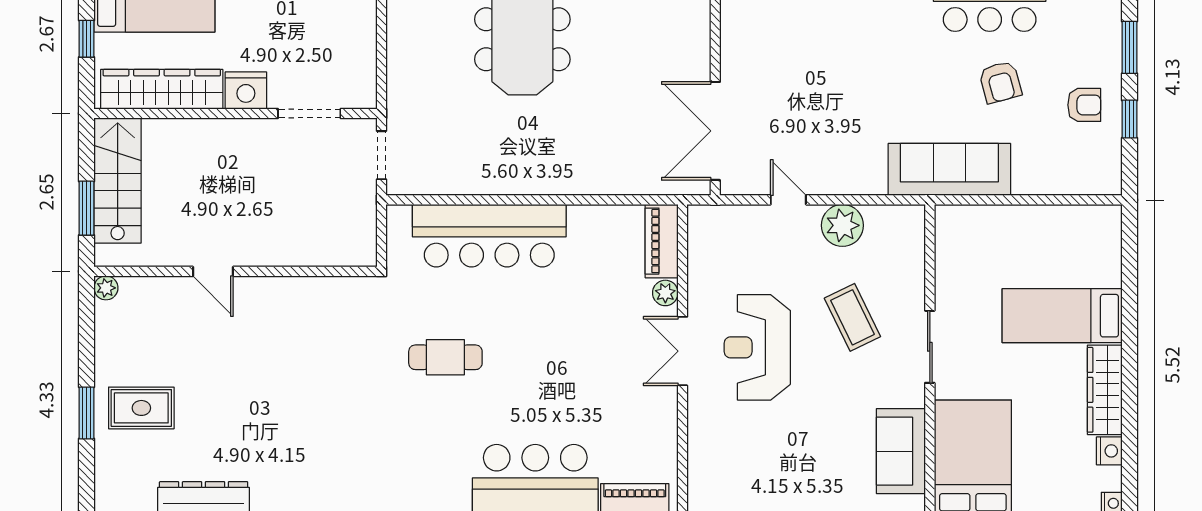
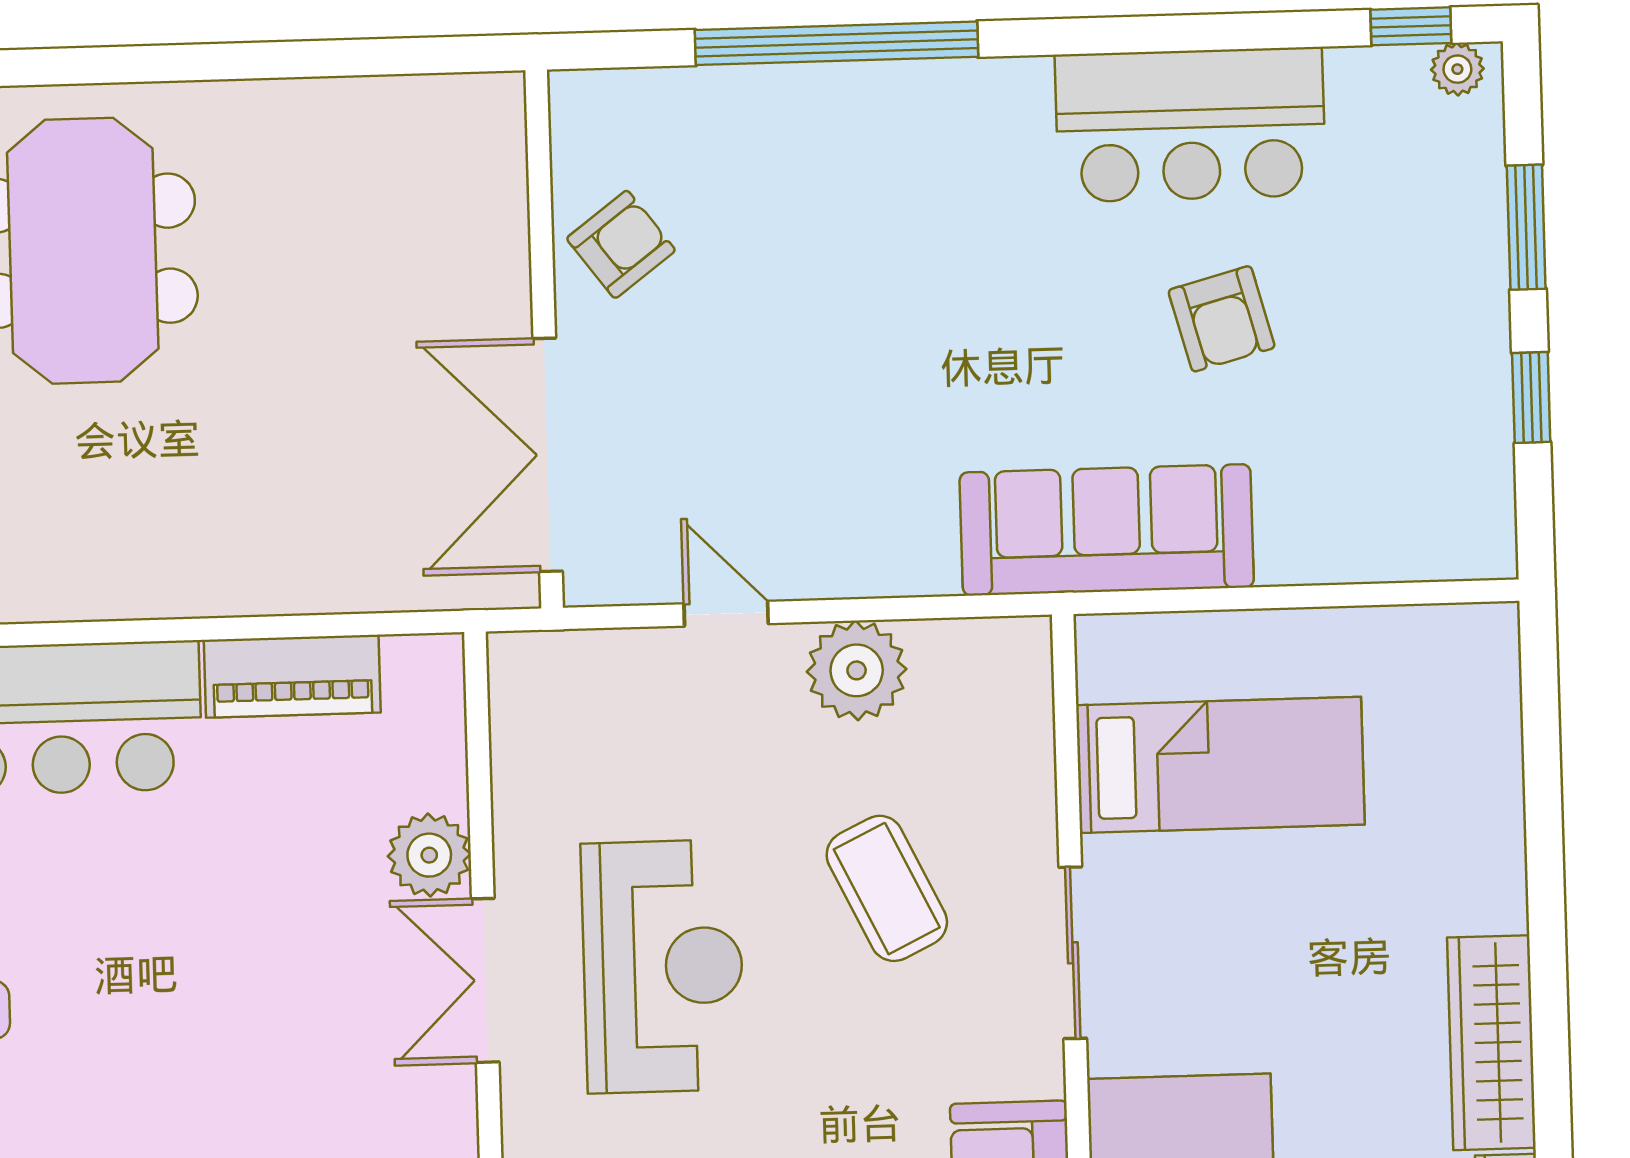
armchair: (1084, 105) -> (621, 244), moved, turned -37
piano: (662, 241) -> (292, 676), moved, turned -90
plant: (665, 293) -> (429, 855), width x1.38, depth x1.38
bed: (1062, 316) -> (1220, 765), moved, turned 180
reception desk: (757, 347) -> (663, 966), turned 180

